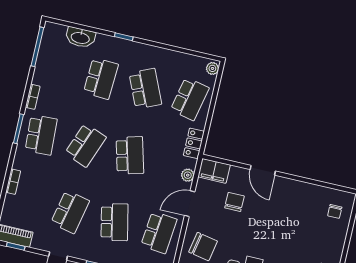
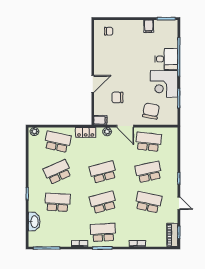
school desk: (85, 145) -> (103, 202), turned -36
filing cabinet: (214, 171) -> (100, 120), width x0.50

